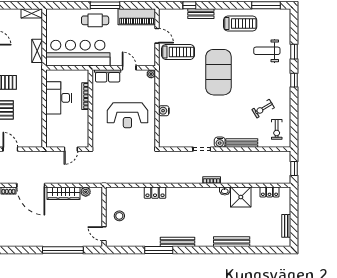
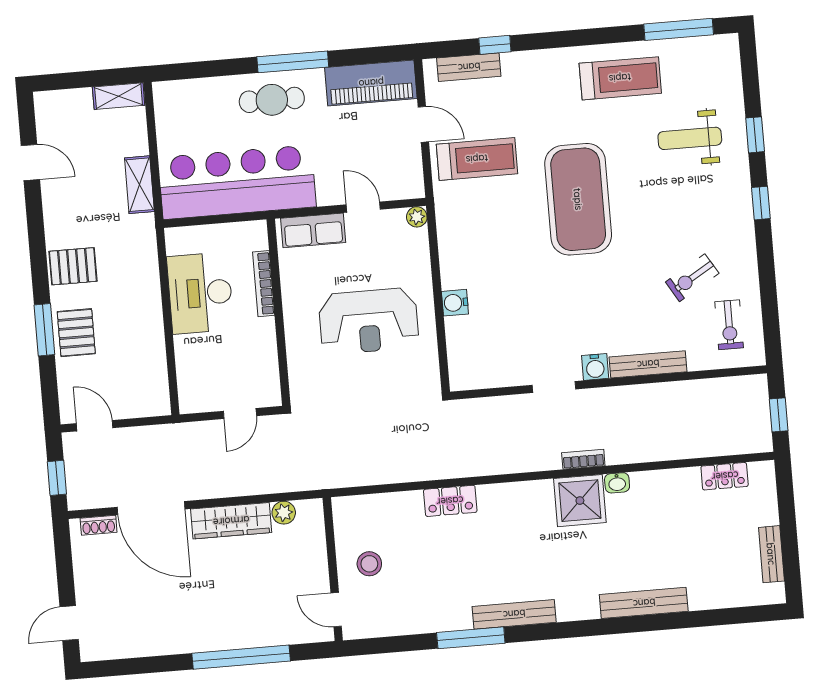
bench: (201, 14) -> (469, 67), moved
shower: (241, 197) -> (580, 501), moved

